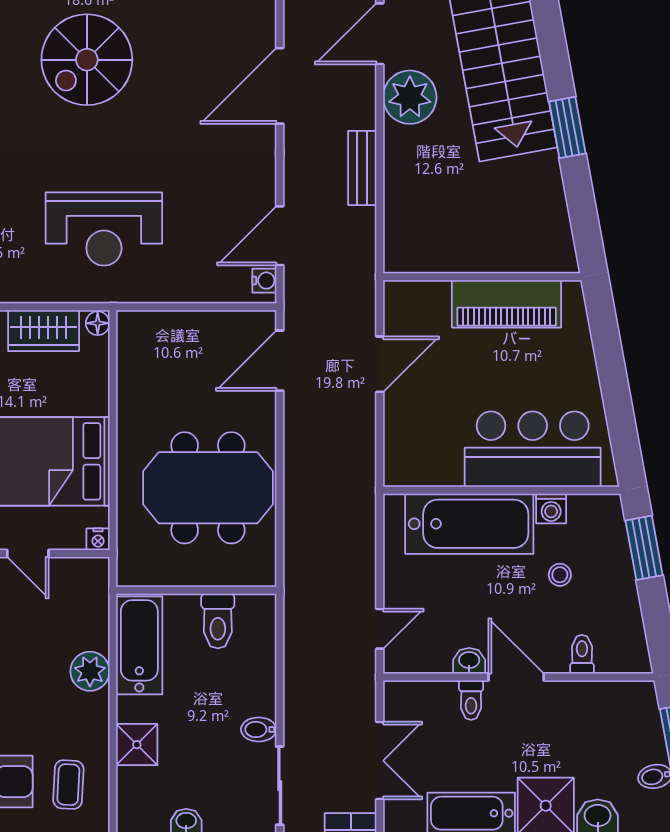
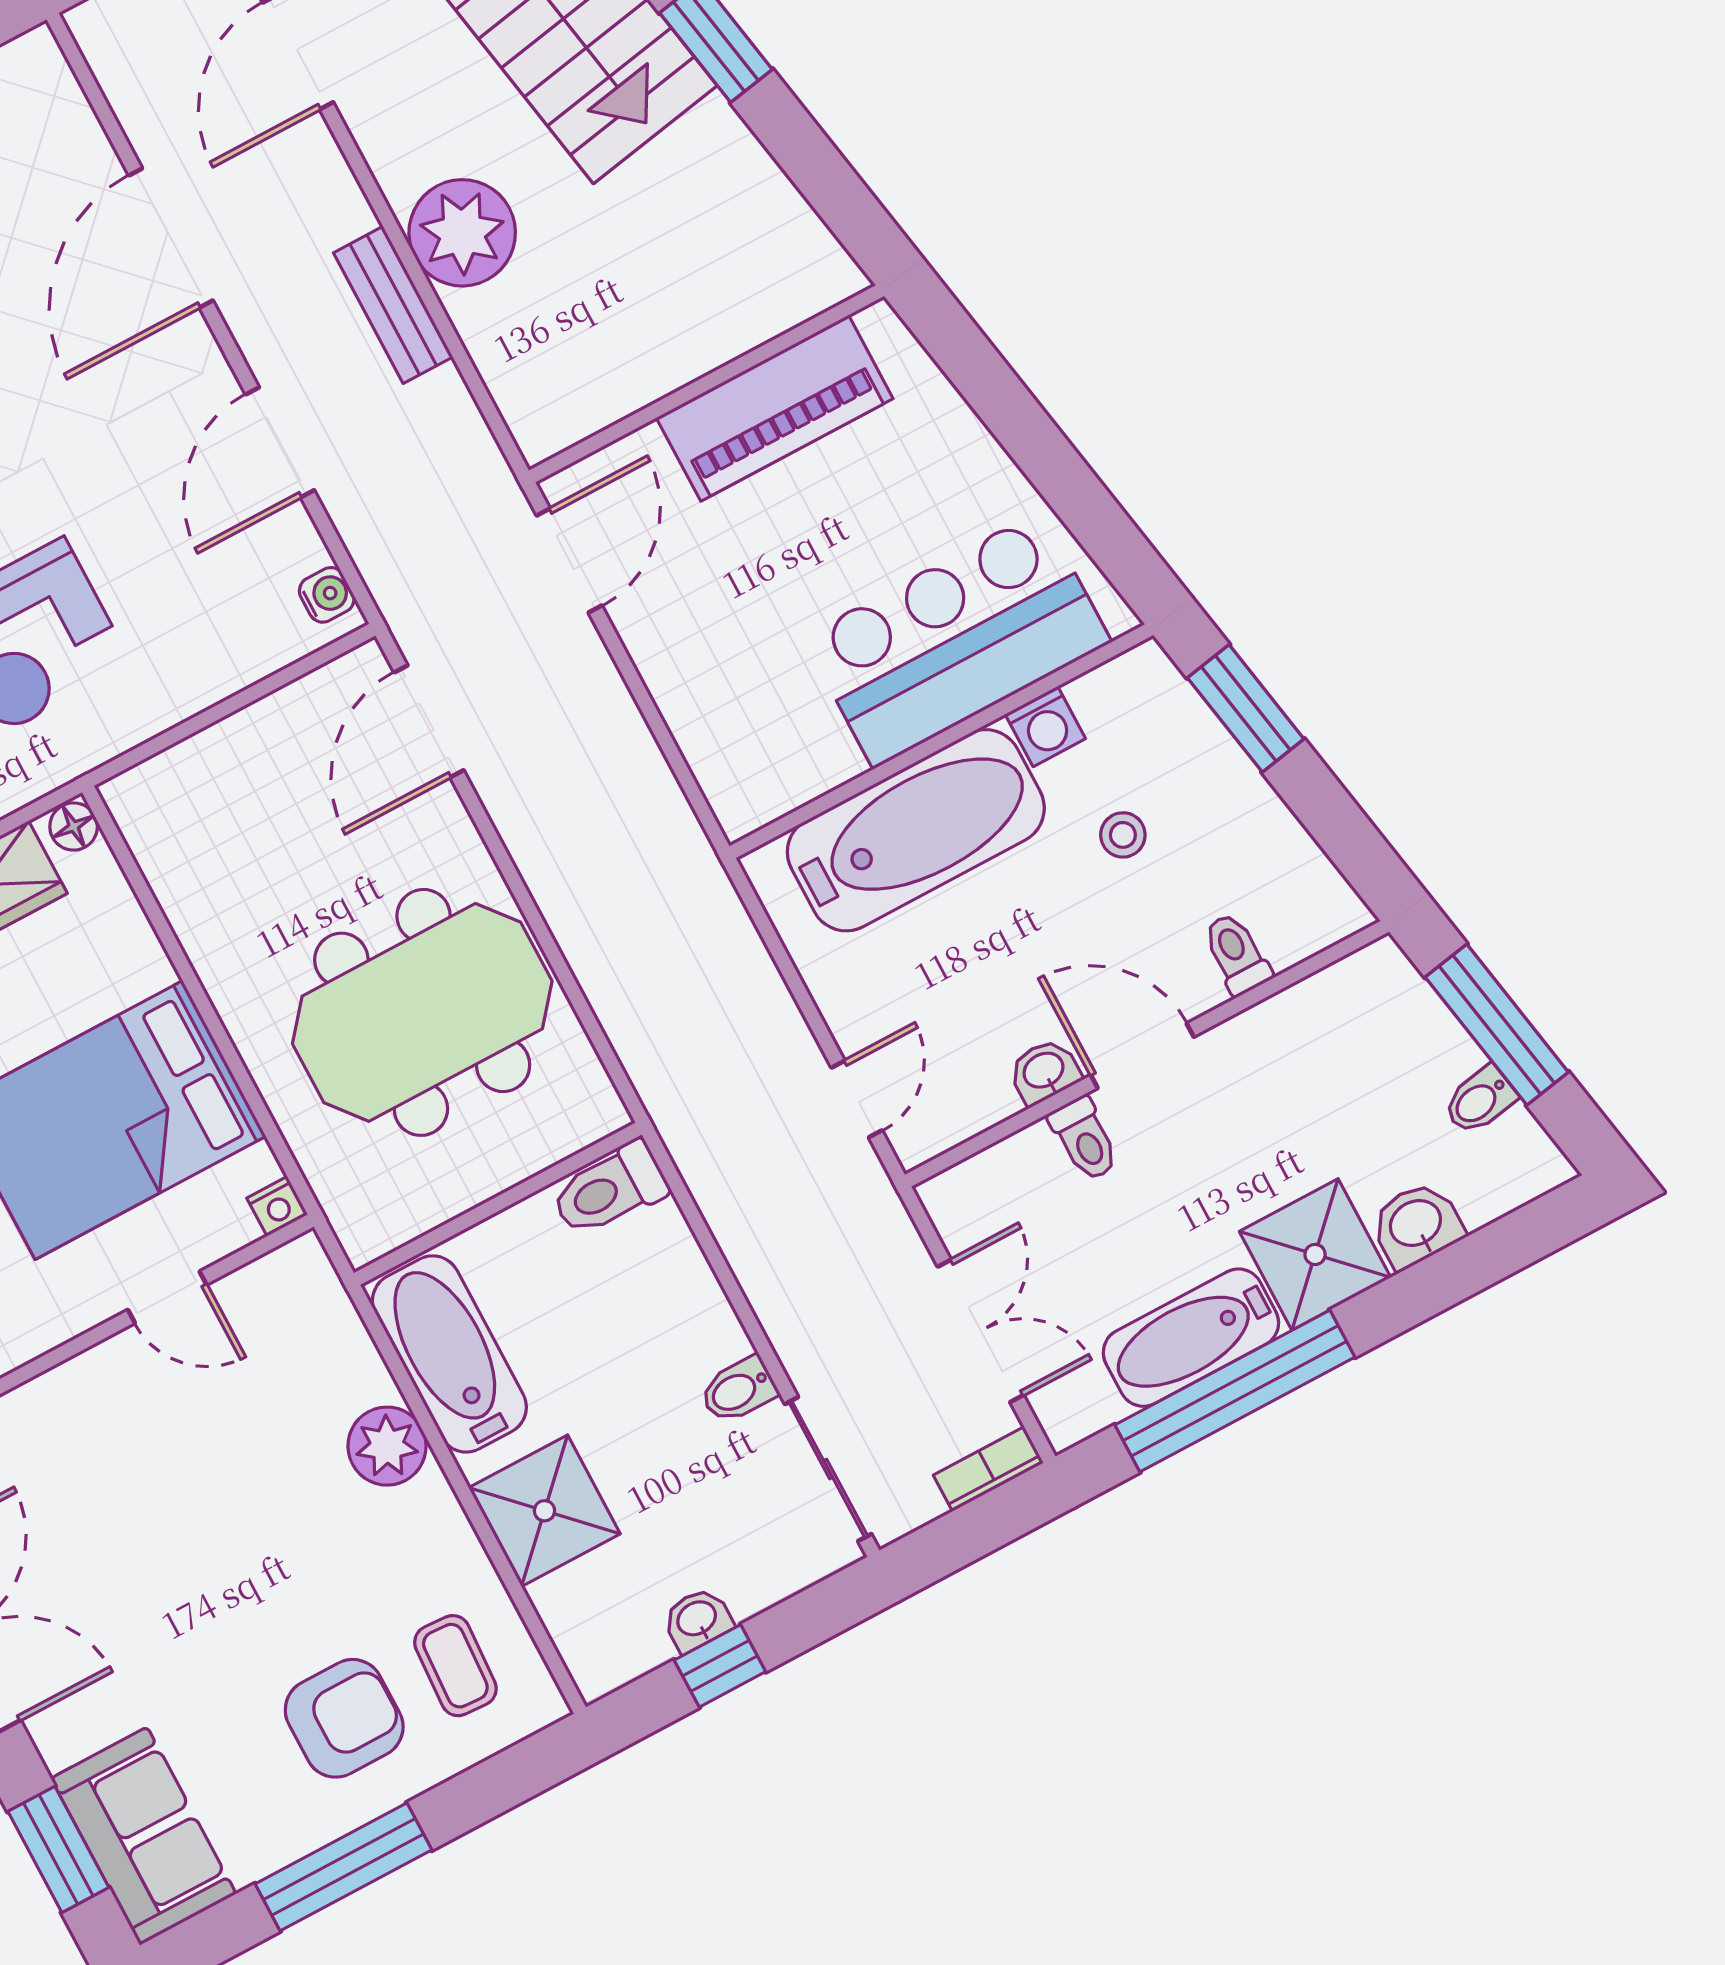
plant: (410, 97) -> (462, 233), moved
door: (280, 236) -> (280, 442), moved
door: (380, 364) -> (569, 561), moved
toilet: (218, 621) -> (609, 1189), moved, turned 90
shower: (137, 745) -> (544, 1511), width x1.36, depth x1.36

